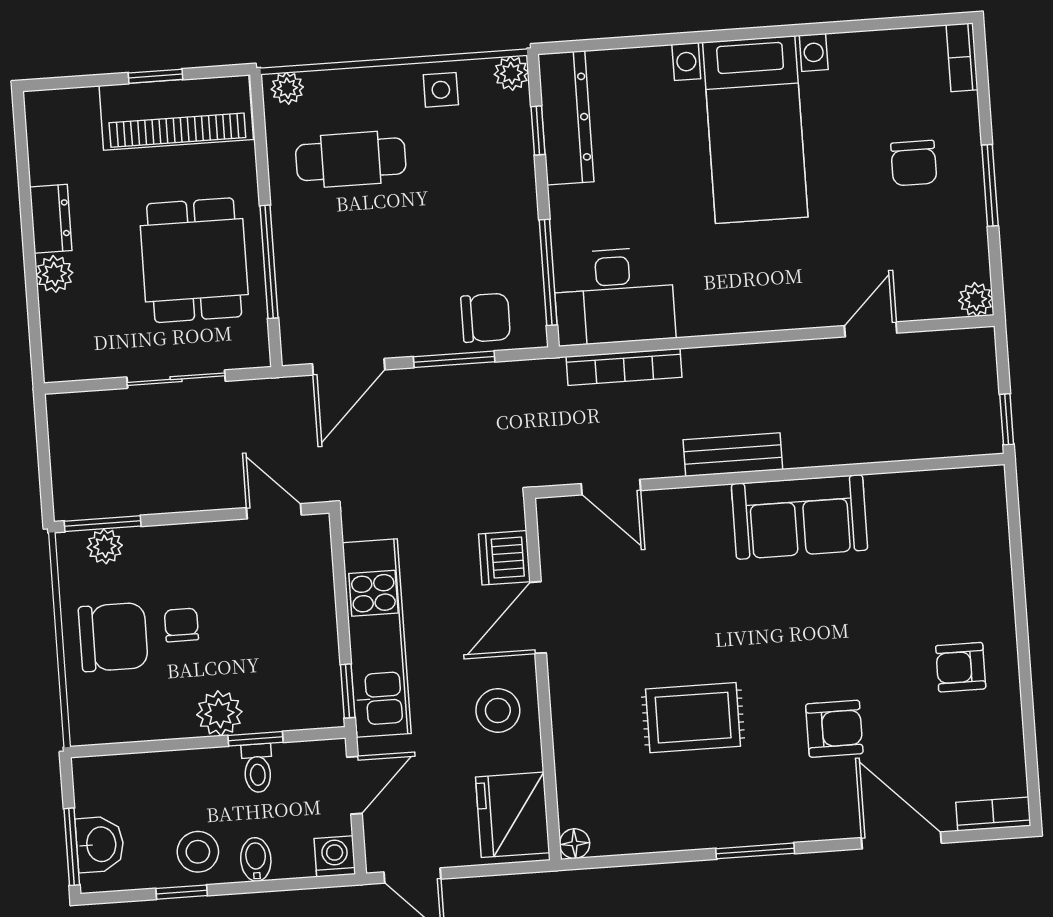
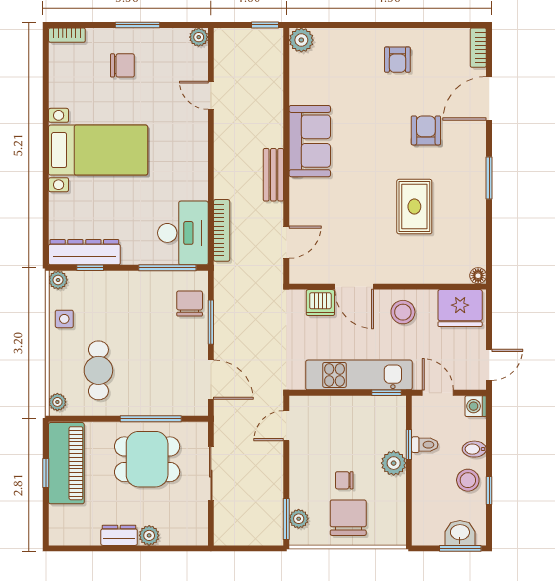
plant: (984, 488) -> (301, 40), added

